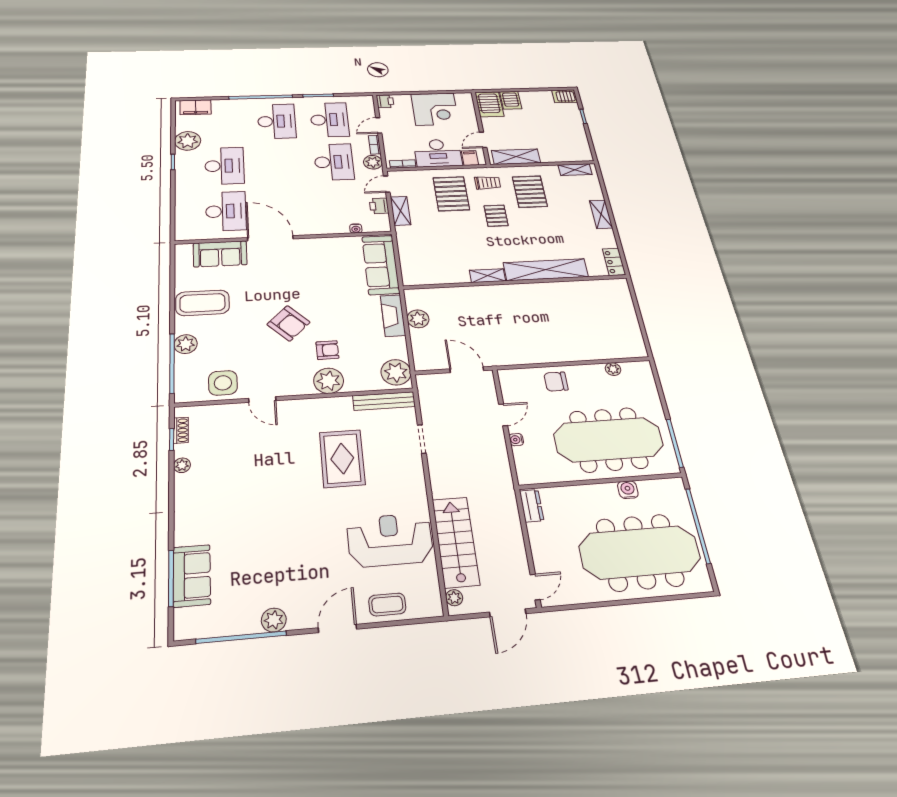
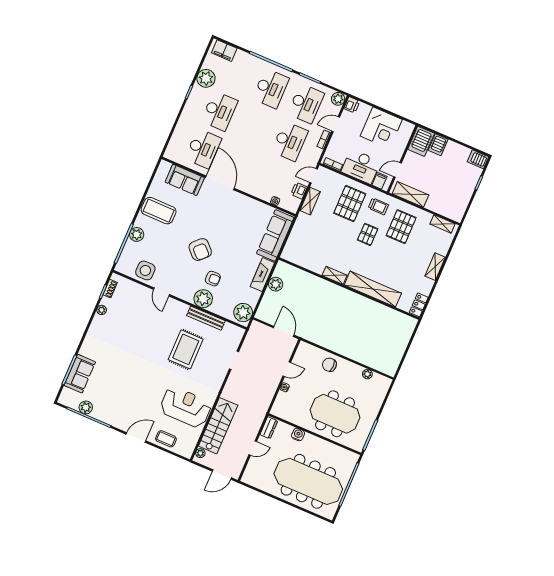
plant: (373, 162) -> (338, 99), moved
bench: (384, 401) -> (206, 318), moved
meeting table: (609, 440) -> (335, 414), width x0.73
water cooler: (628, 490) -> (298, 434), moved
door: (535, 587) -> (253, 448), moved
plant: (274, 620) -> (86, 407), moved

